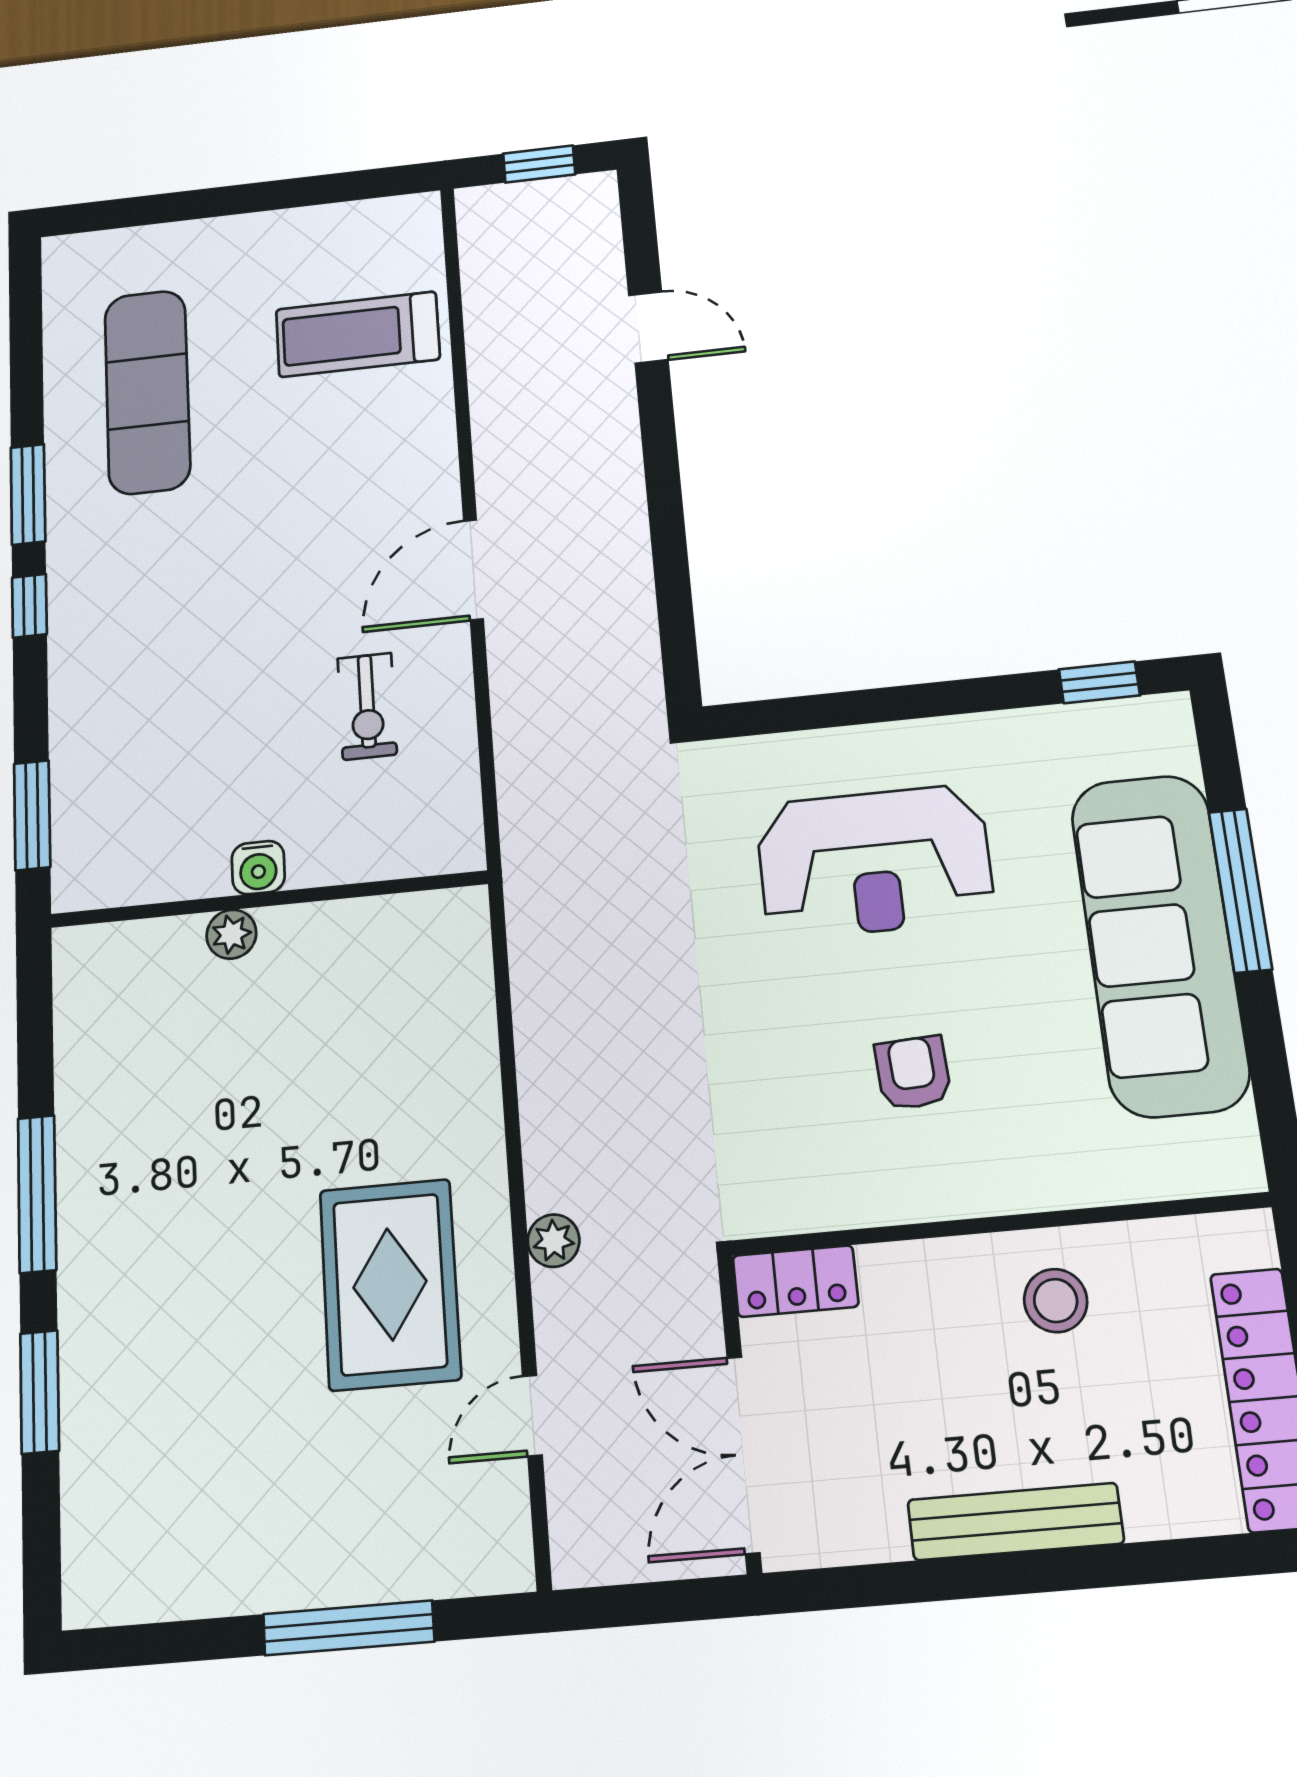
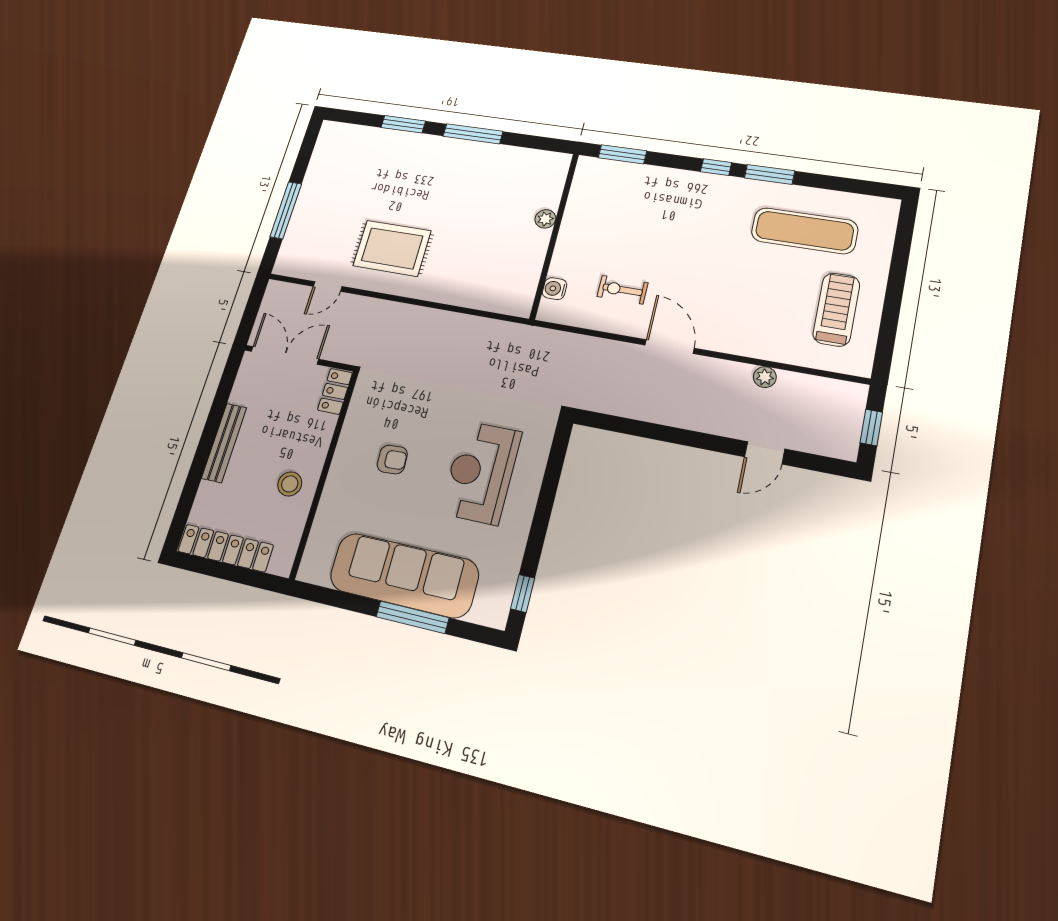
treadmill: (358, 334) -> (836, 309), moved
water cooler: (258, 868) -> (555, 289), moved
plant: (554, 1241) -> (765, 377), moved
door: (532, 1416) -> (328, 286), swing flipped

